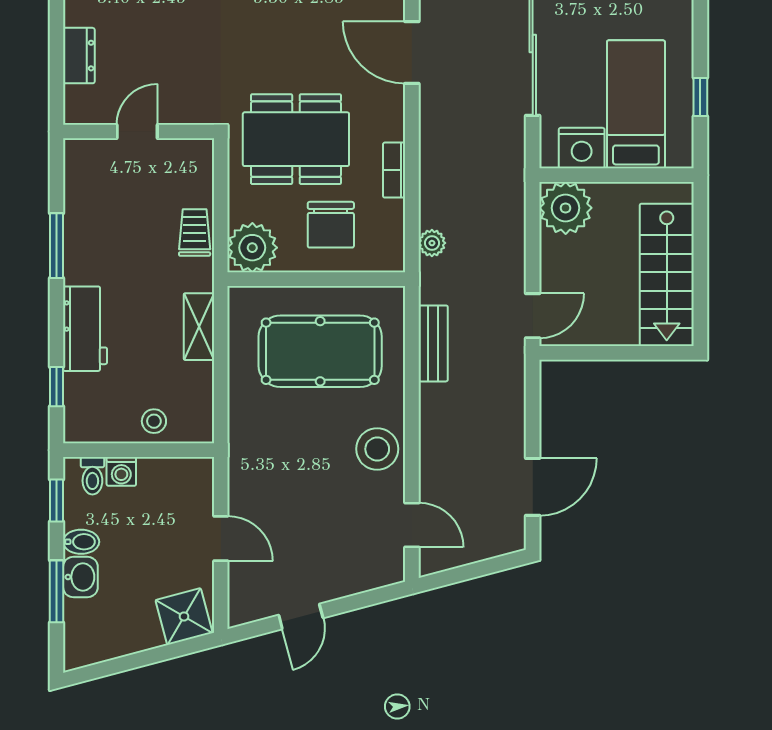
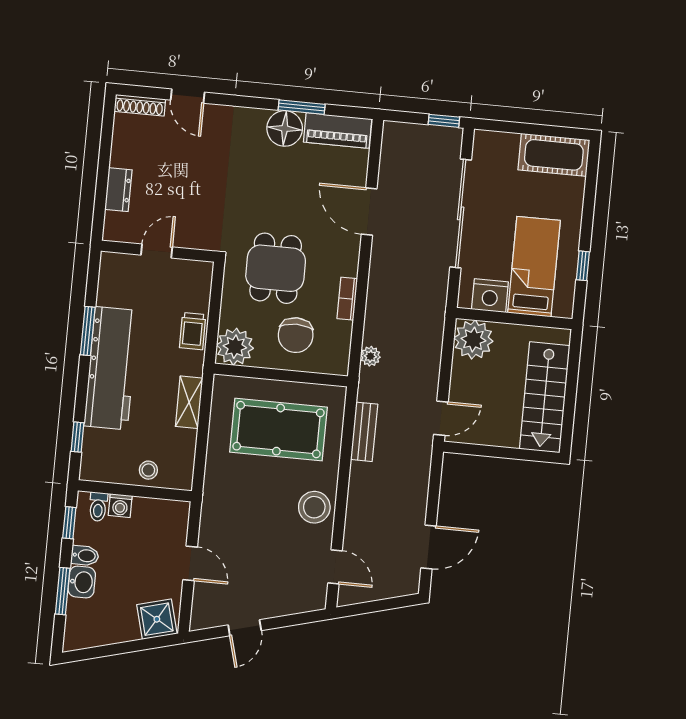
dining table: (296, 139) -> (276, 268), width x0.73
trolley: (195, 233) -> (193, 331), turned 180
workbench: (85, 329) -> (111, 368), width x1.88, depth x1.32

